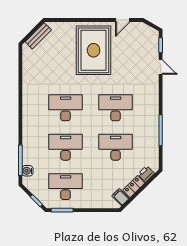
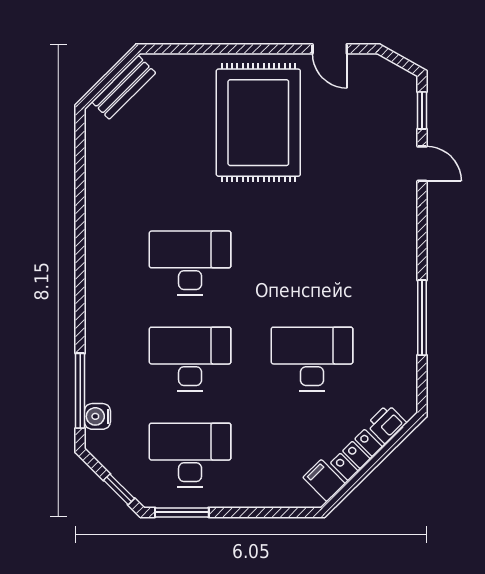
door: (123, 20) -> (330, 49), hinge flipped
desk: (116, 108) -> (312, 263), removed

